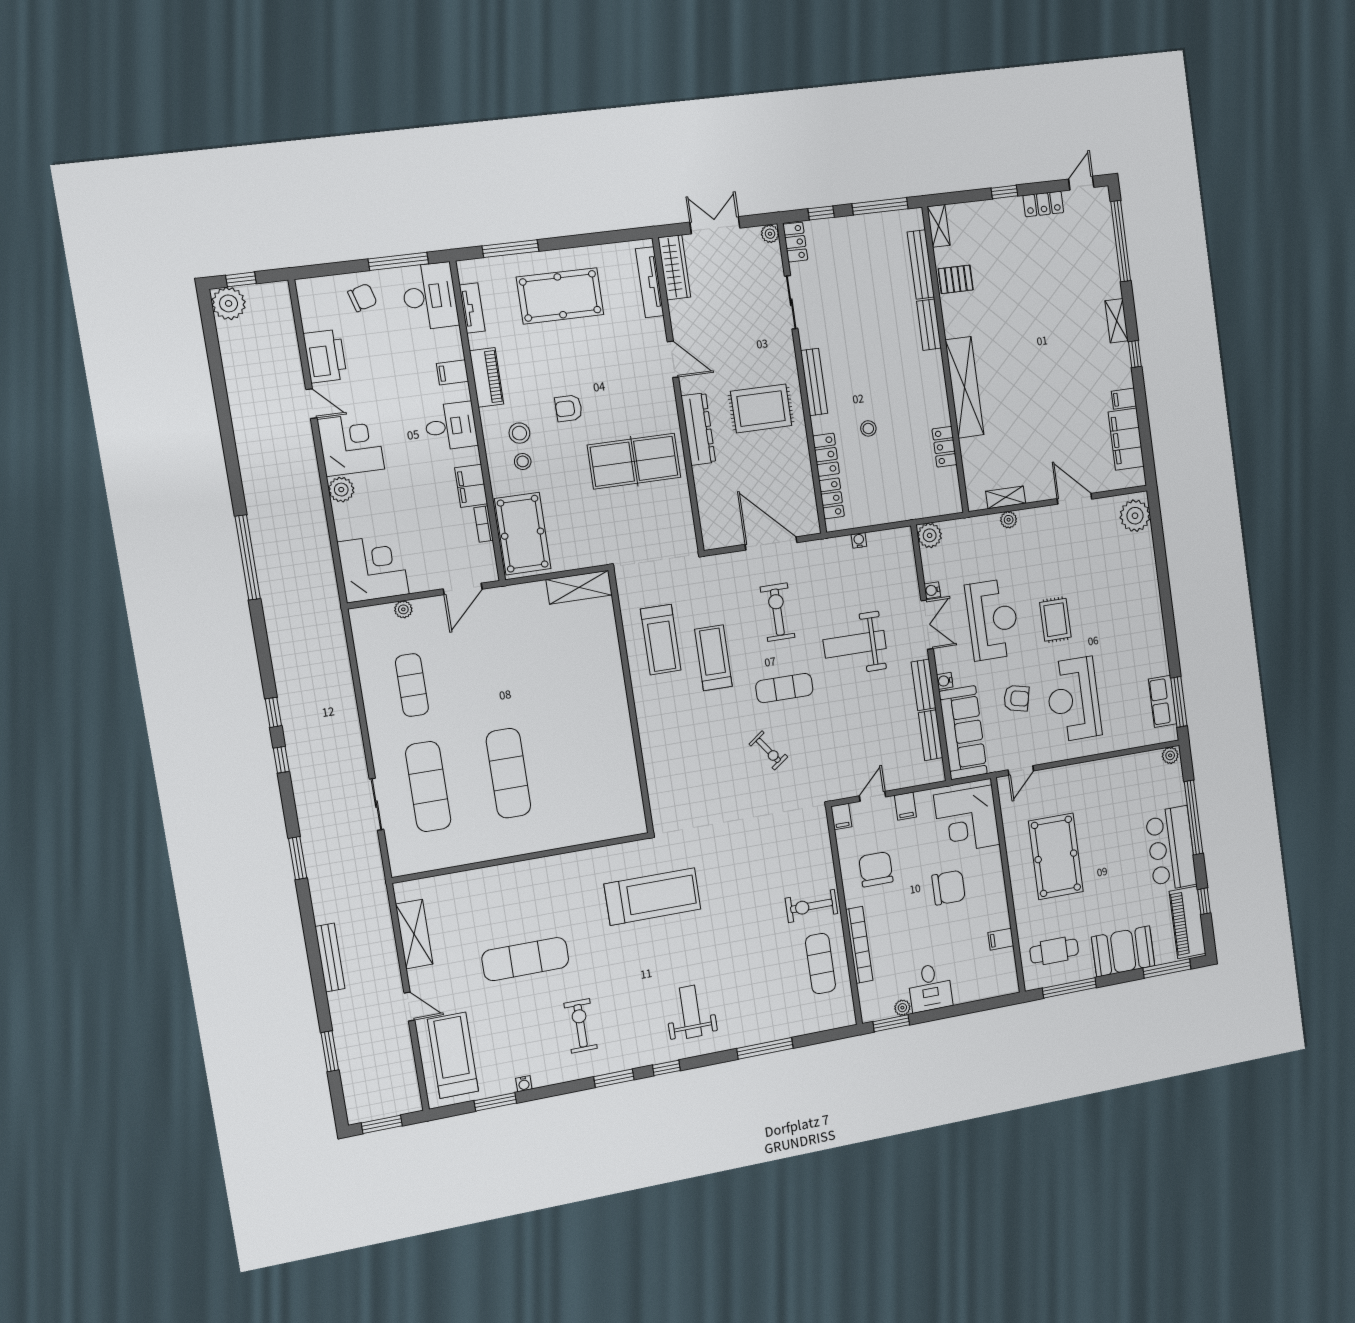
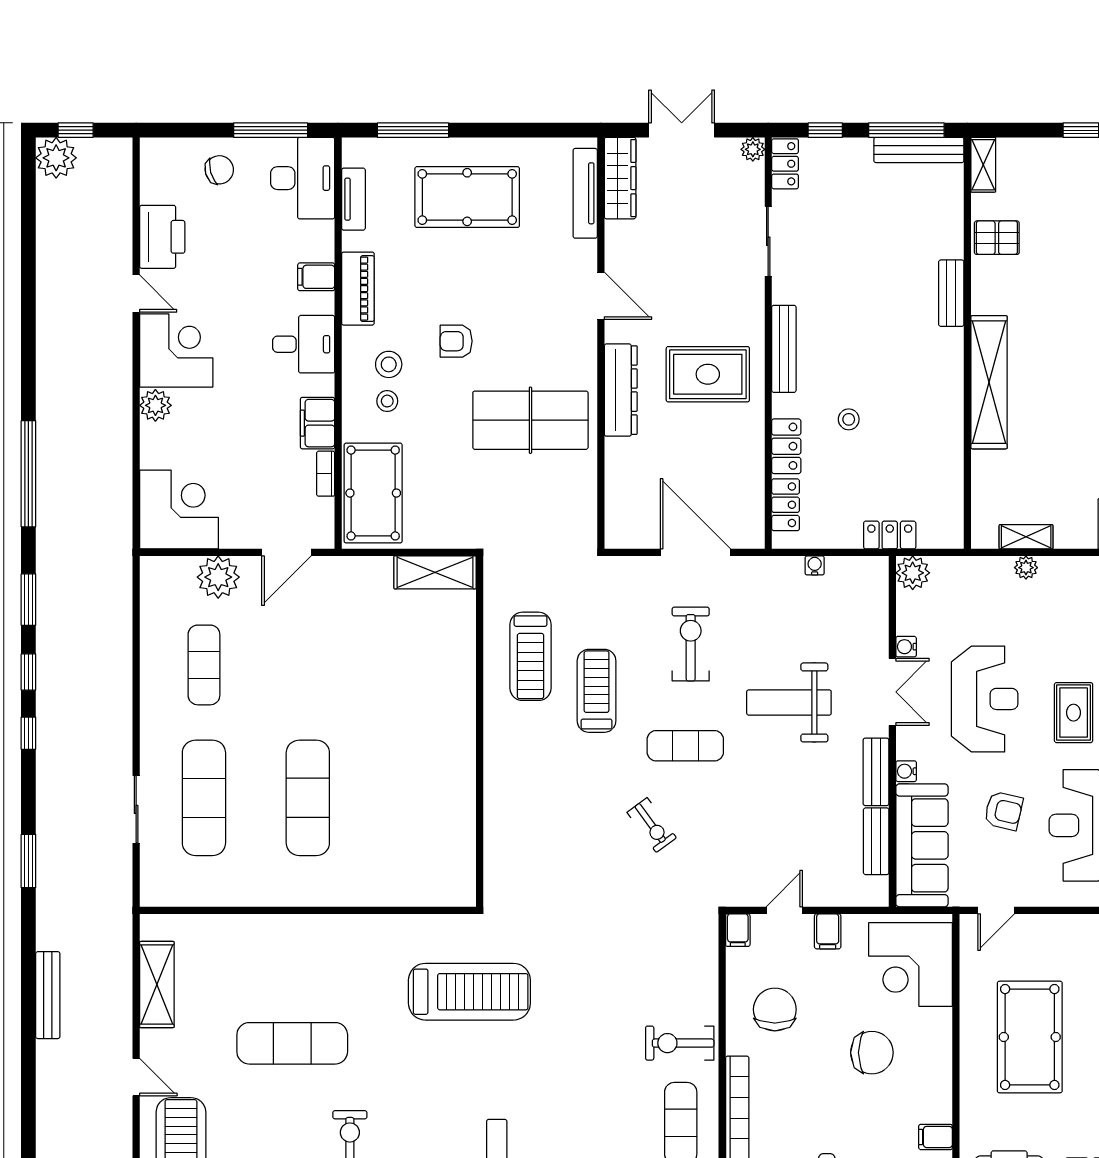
bench: (921, 265) -> (919, 150), moved, turned 90
locker: (944, 447) -> (890, 535), moved, turned 90
plant: (403, 609) -> (218, 577), width x1.88, depth x1.88
window: (330, 1051) -> (28, 600), moved

